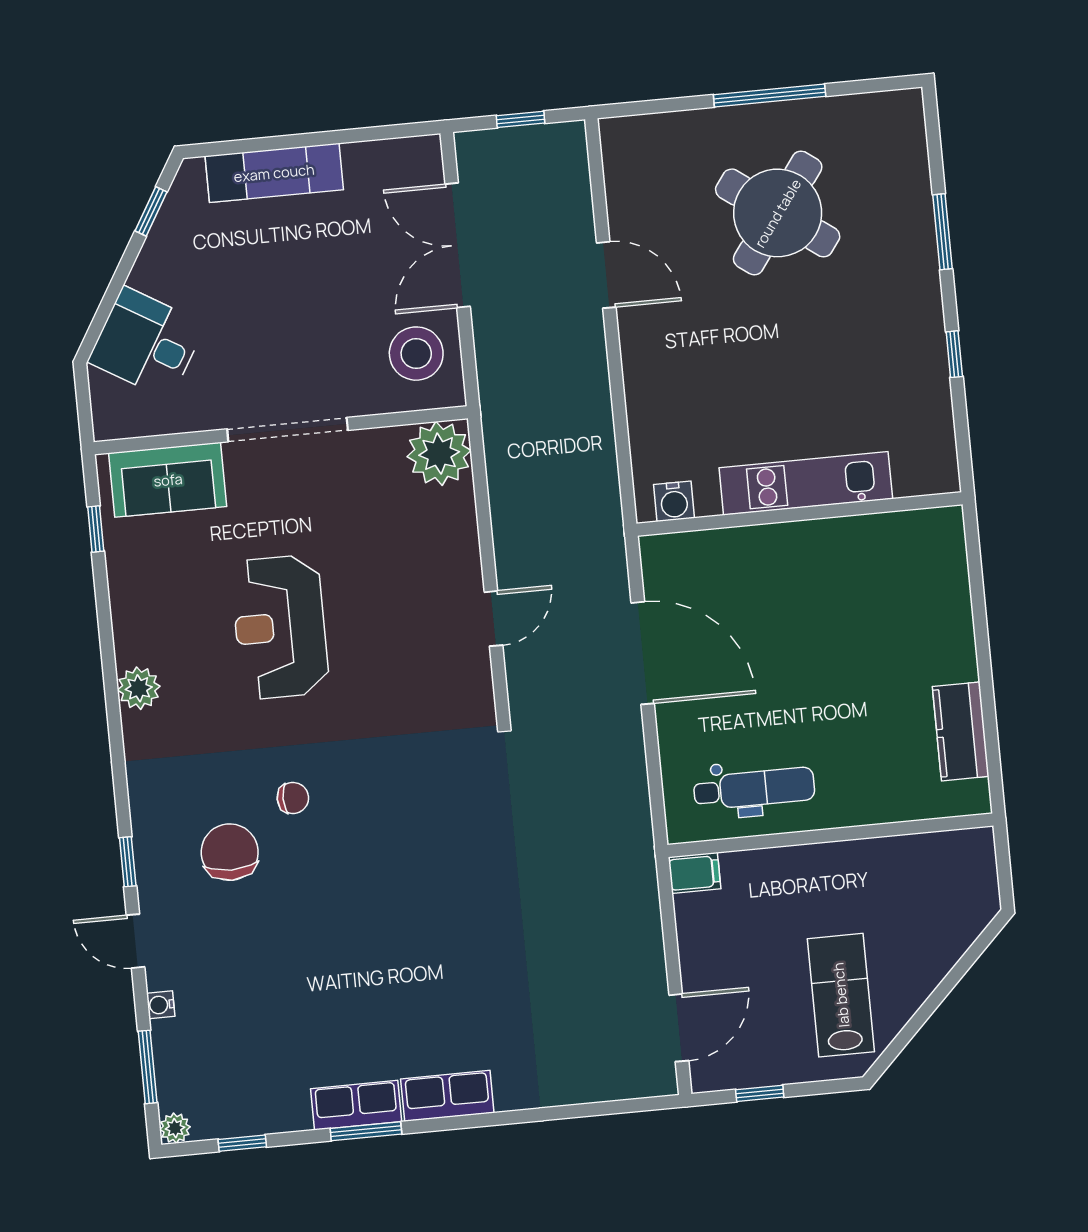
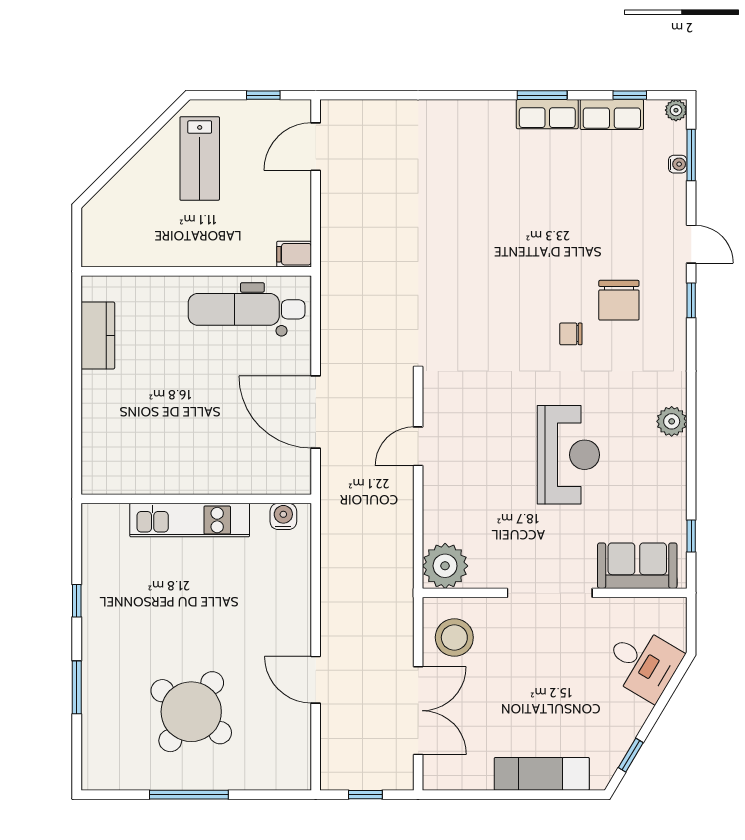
dental chair: (754, 789) -> (247, 309), width x1.36, depth x1.38
water cooler: (161, 1005) -> (678, 164), moved
row of seats: (447, 1096) -> (612, 114), moved

